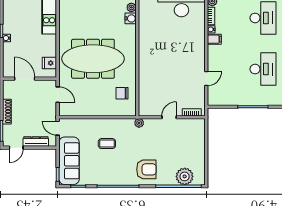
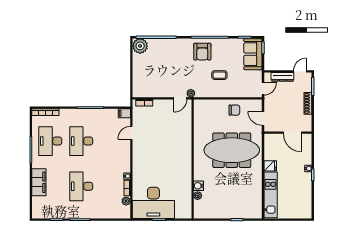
filing cabinet: (214, 39) -> (124, 113), moved
fridge: (49, 63) -> (270, 166), moved
chair: (122, 93) -> (234, 110), moved
door: (169, 117) -> (180, 98), moved
door: (58, 128) -> (263, 89), hinge flipped
sofa: (69, 161) -> (253, 54), width x0.73
armchair: (146, 169) -> (202, 52), moved, turned -90
plant: (185, 176) -> (140, 46), moved

